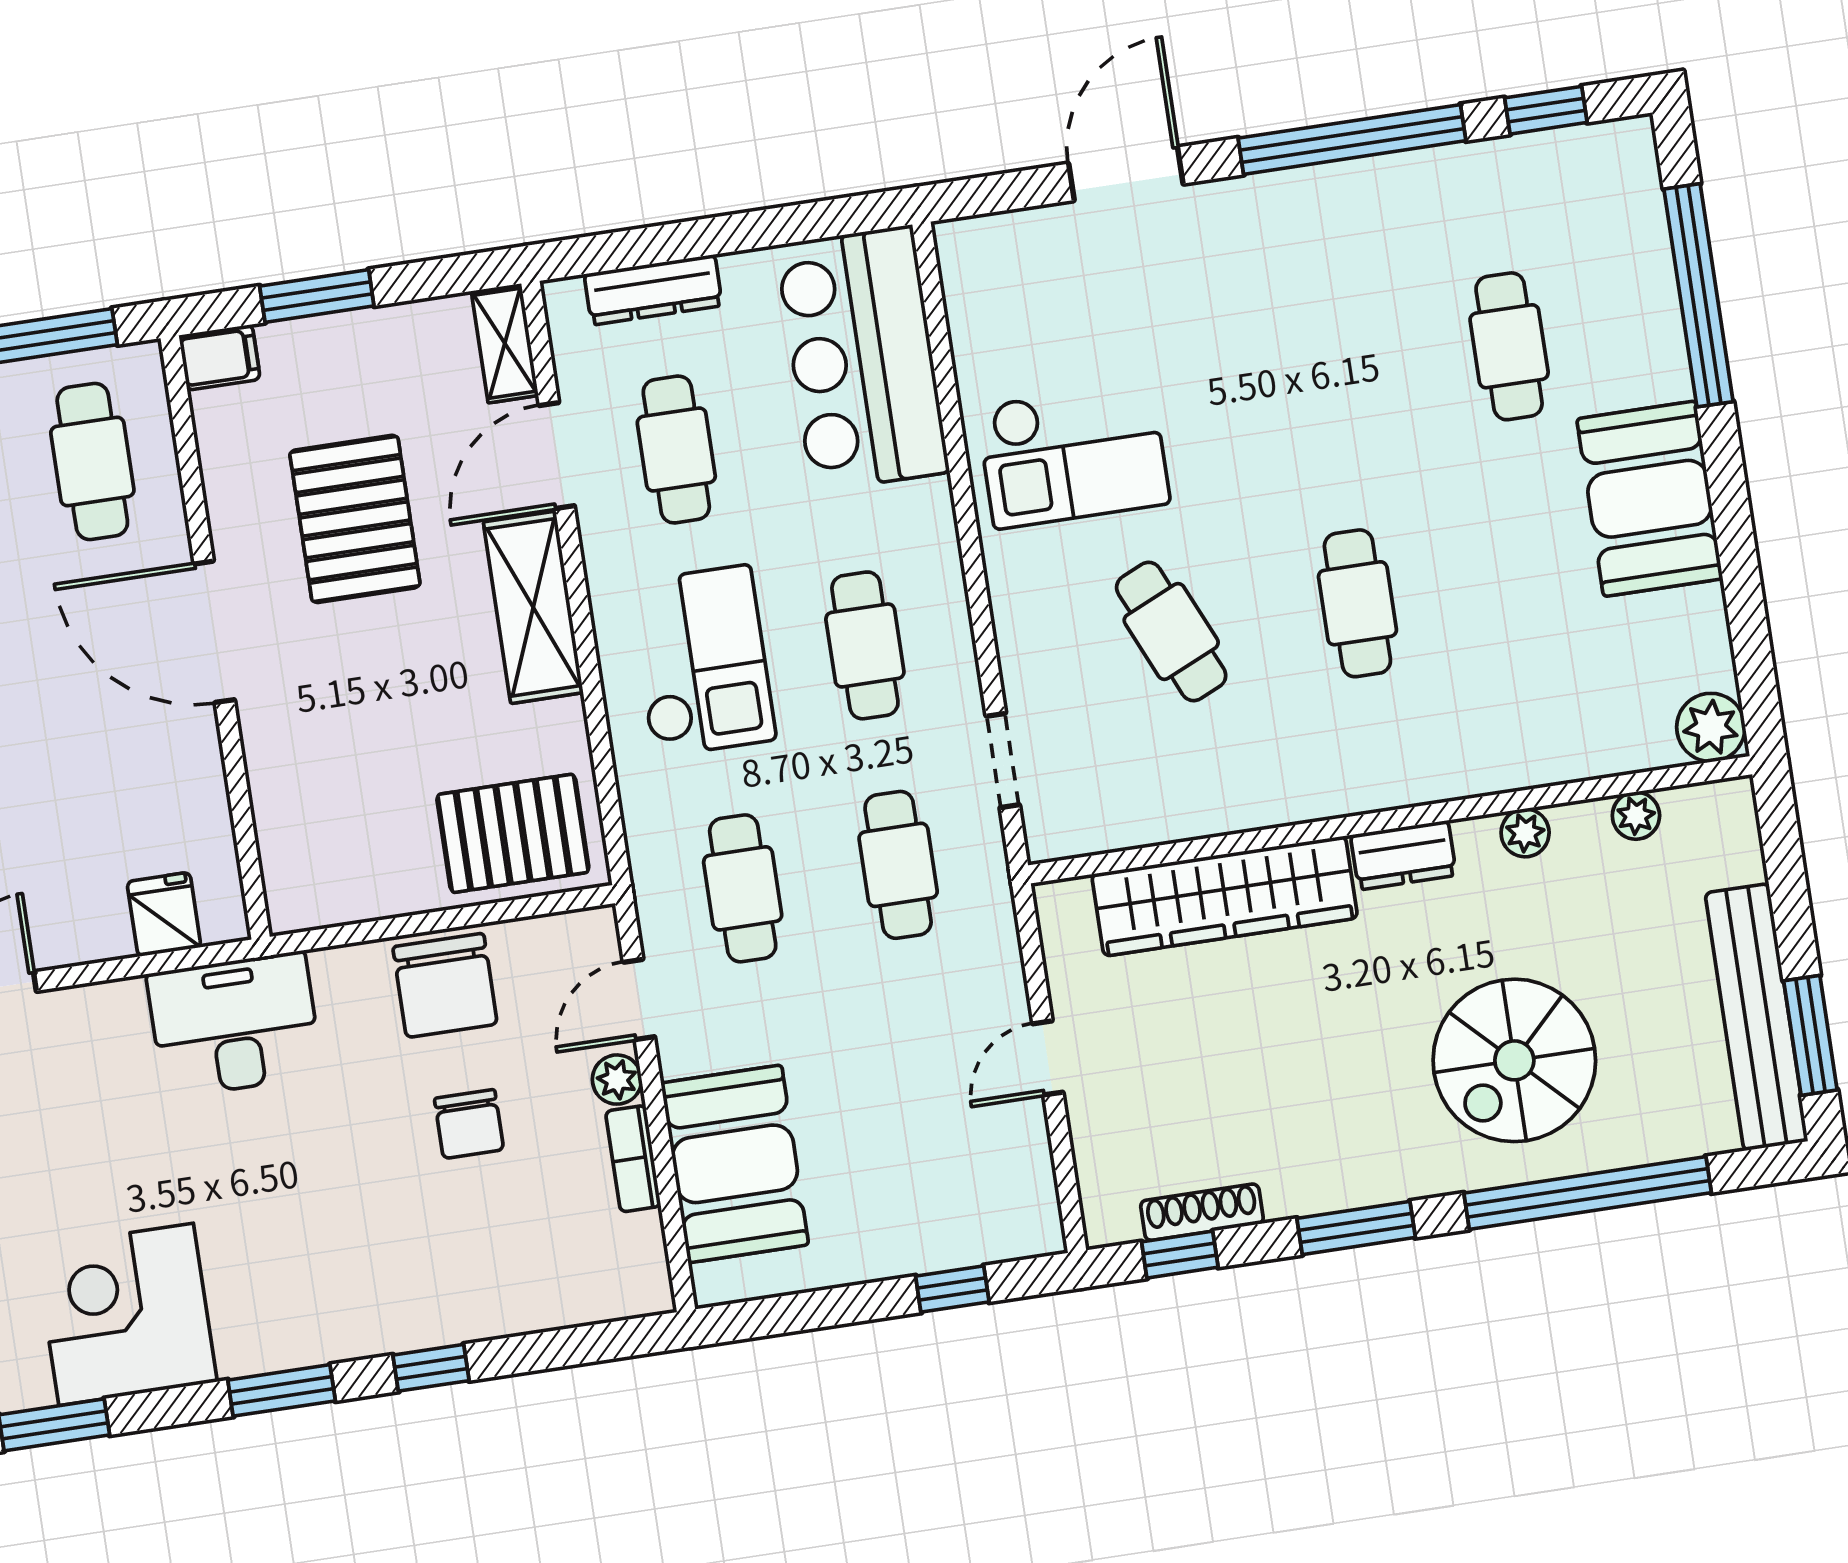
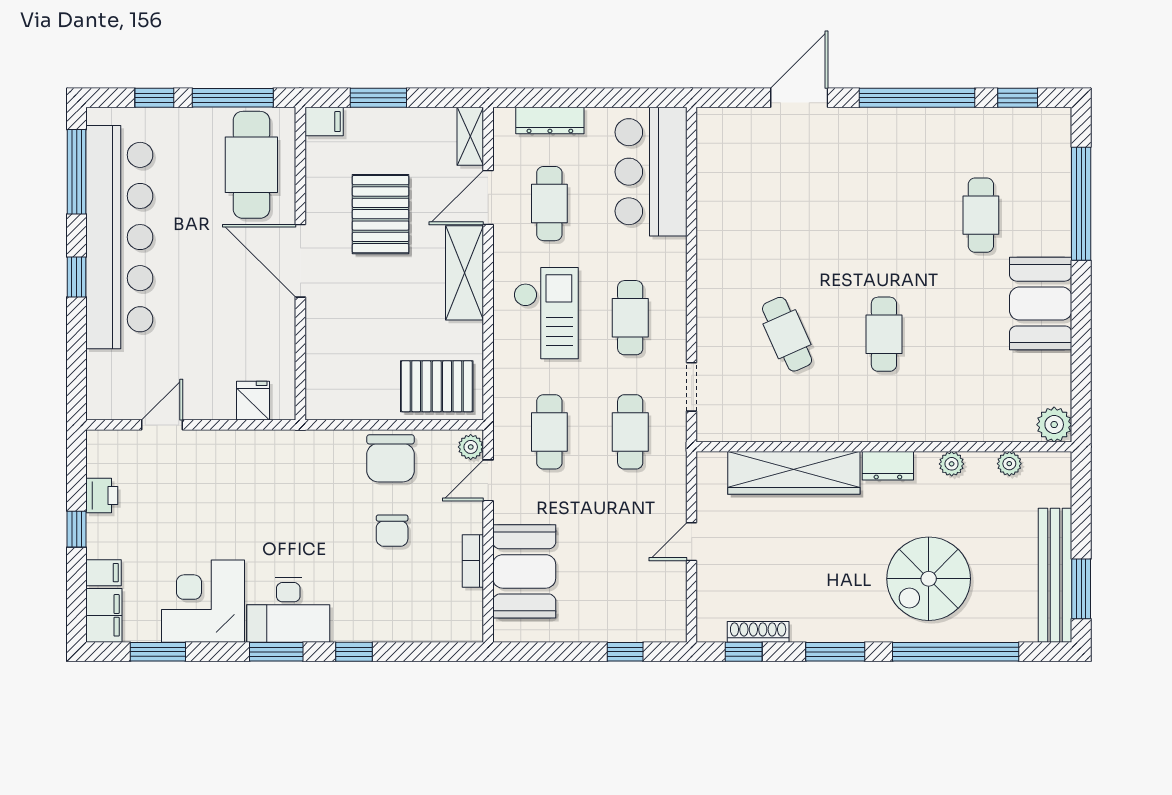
checkout: (1073, 455) -> (751, 237), removed
cafe table: (92, 462) -> (251, 165), width x1.37, depth x1.35
desk: (234, 1025) -> (288, 610), moved, turned 180
plant: (617, 1080) -> (471, 447), moved

